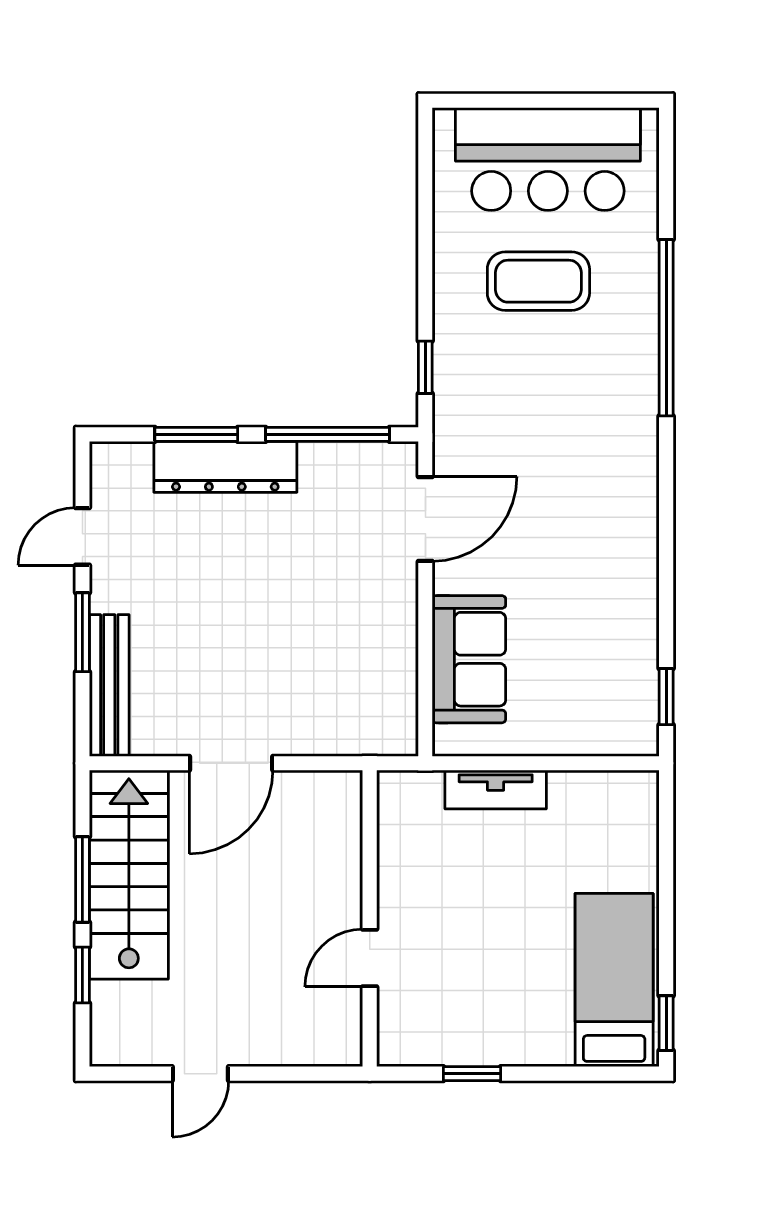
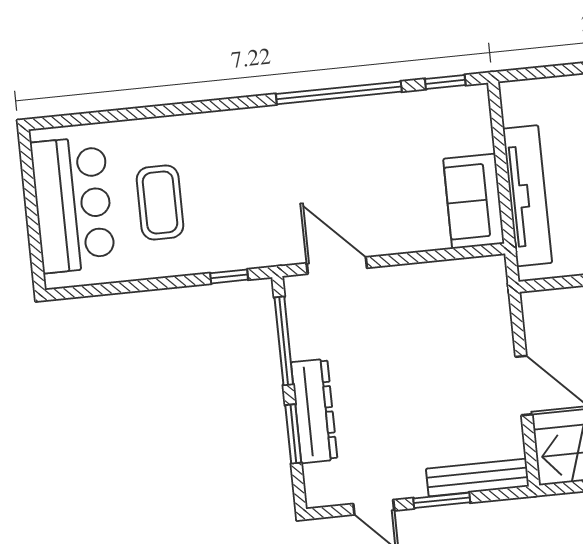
window: (666, 328) -> (339, 93), moved
sofa: (469, 659) -> (474, 201), moved, turned -90
tv unit: (496, 790) -> (527, 196), width x1.92, depth x1.29

